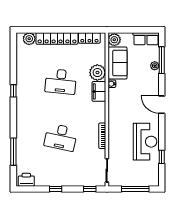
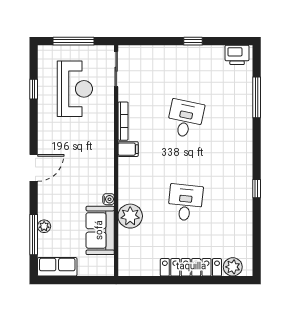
locker: (89, 38) -> (142, 268), removed
plant: (114, 40) -> (105, 265), removed
desk: (61, 82) -> (185, 203), width x0.73
filing cabinet: (99, 91) -> (128, 149), moved, width x0.50
door: (162, 105) -> (34, 168), hinge flipped
desk: (61, 137) -> (185, 119), width x0.73
reception desk: (145, 142) -> (75, 89), moved, turned 180
window: (90, 189) -> (142, 41), removed

